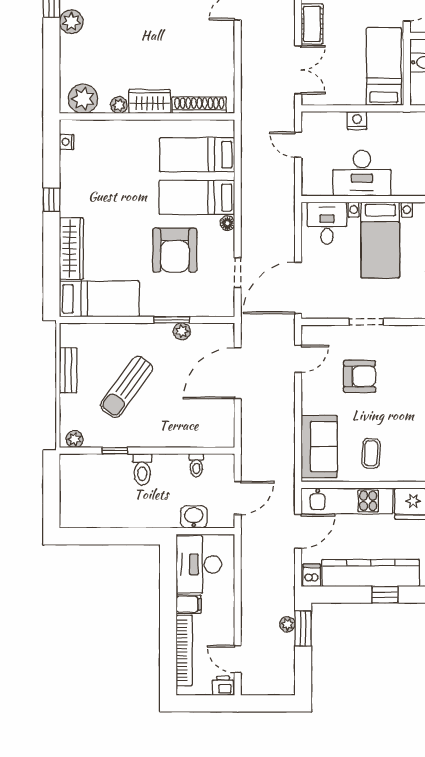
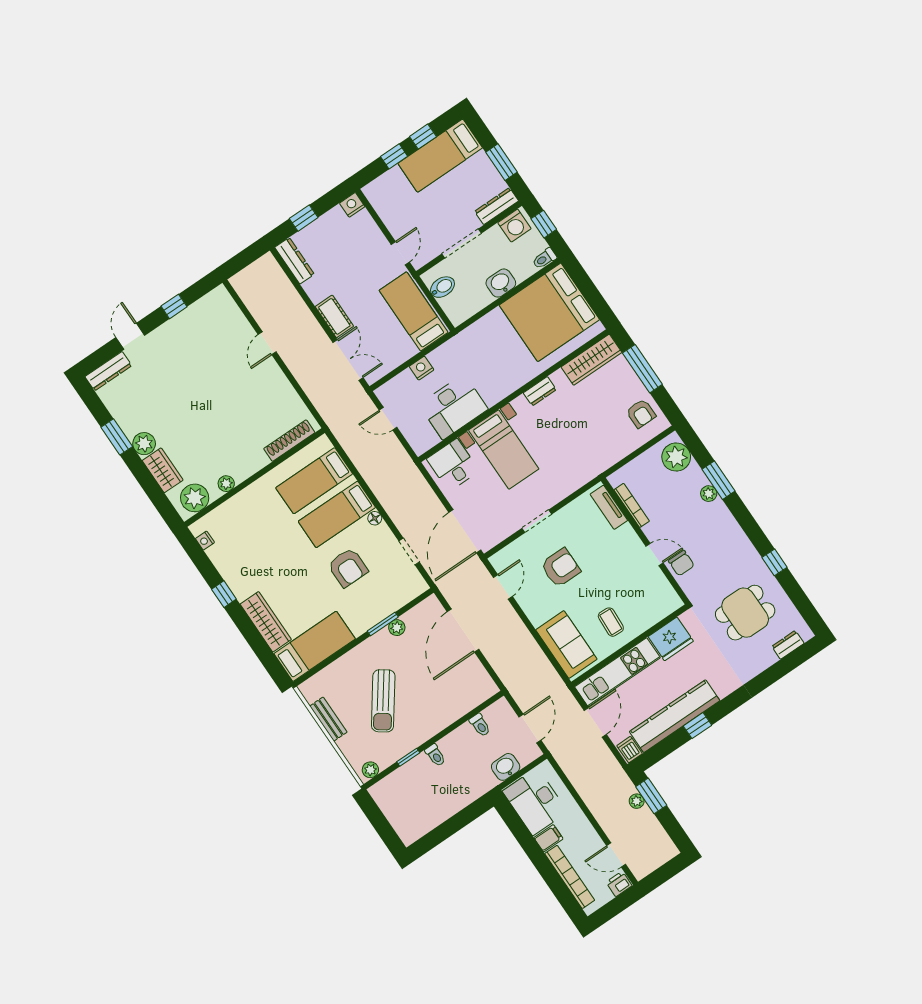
wardrobe: (150, 101) -> (163, 470), moved, turned 90
armchair: (175, 250) -> (348, 568), width x0.73, depth x0.73
toilet: (142, 469) -> (435, 755), width x0.73, depth x0.72

